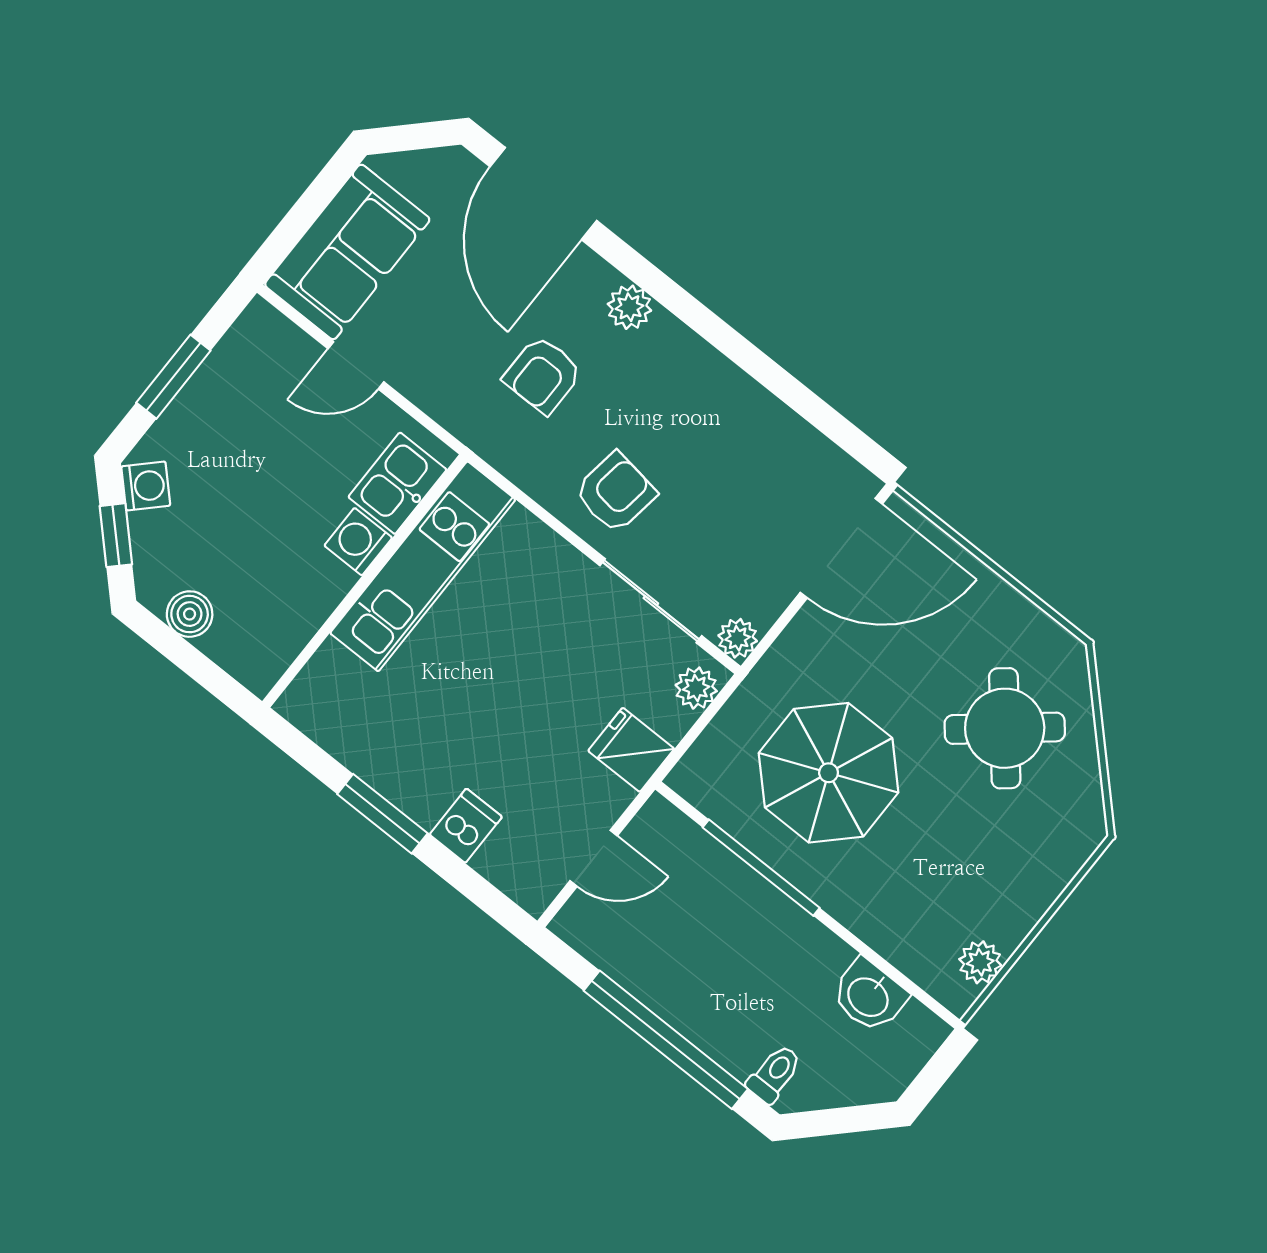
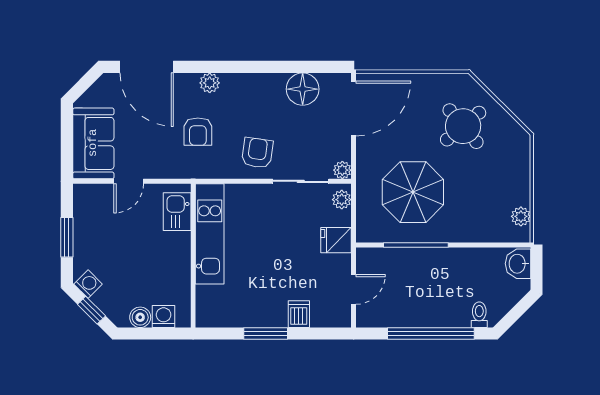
floor lamp: (780, 445) -> (303, 89), added
washing machine: (358, 542) -> (164, 317), moved, turned 90
washbasin: (869, 996) -> (518, 264), moved, turned 90

